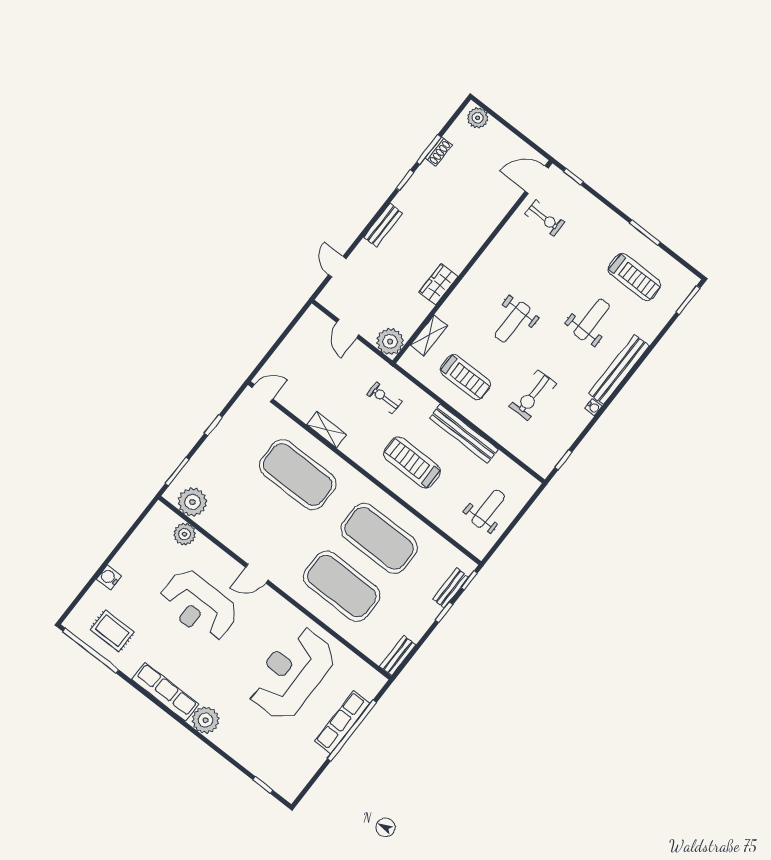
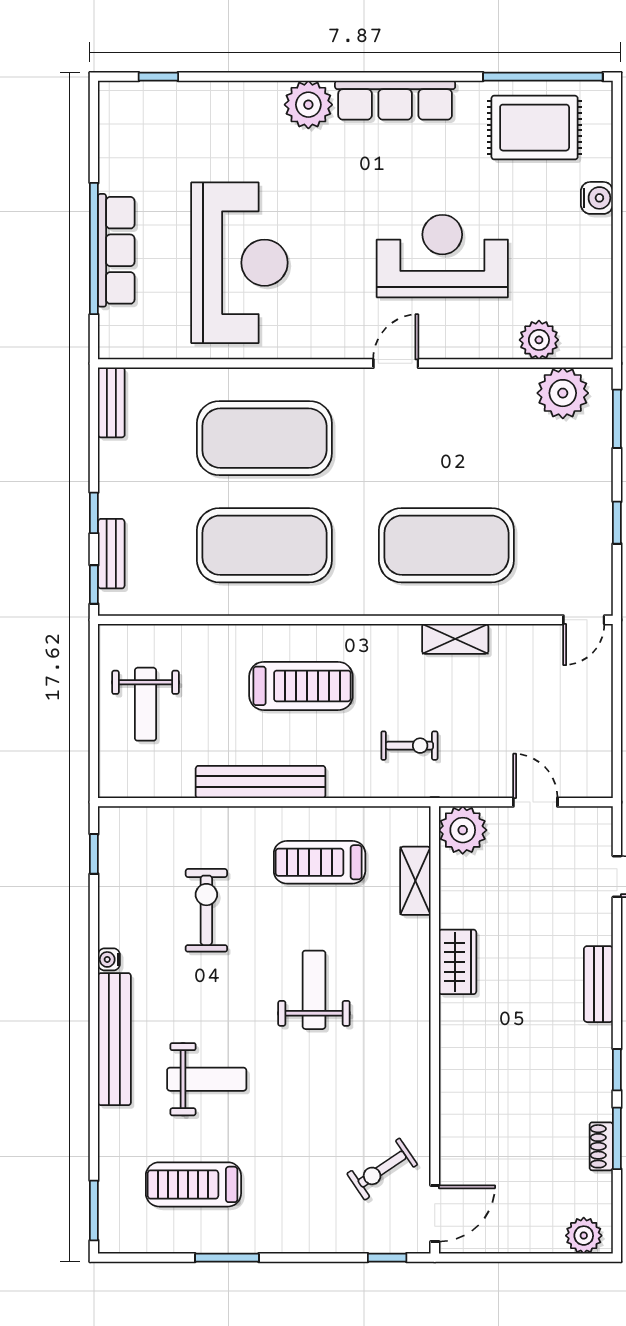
exercise bike: (545, 218) -> (382, 1169), turned -34
weight bench: (592, 319) -> (207, 1079), turned -90
rug: (112, 631) -> (535, 128), width x1.36, depth x1.43

